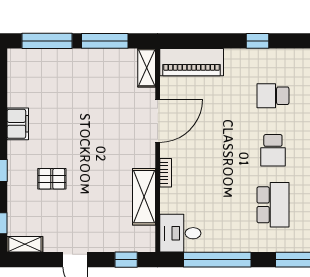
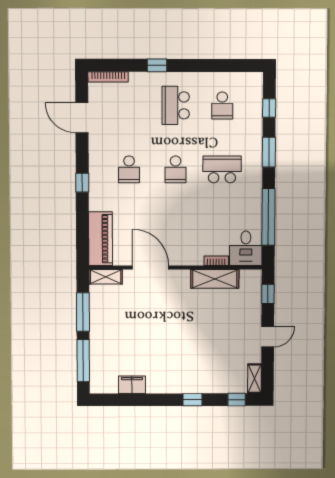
filing cabinet: (18, 124) -> (132, 385), moved
school desk: (273, 150) -> (176, 169), turned 90
bookcase: (166, 173) -> (216, 261), moved
pallet: (52, 179) -> (199, 356), removed

